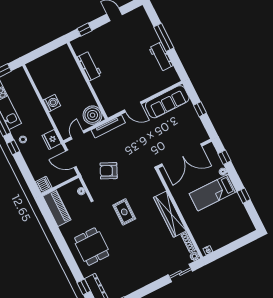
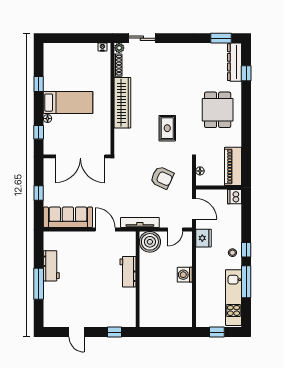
workbench: (90, 66) -> (128, 272), moved
double door: (182, 155) -> (80, 156), swing flipped

